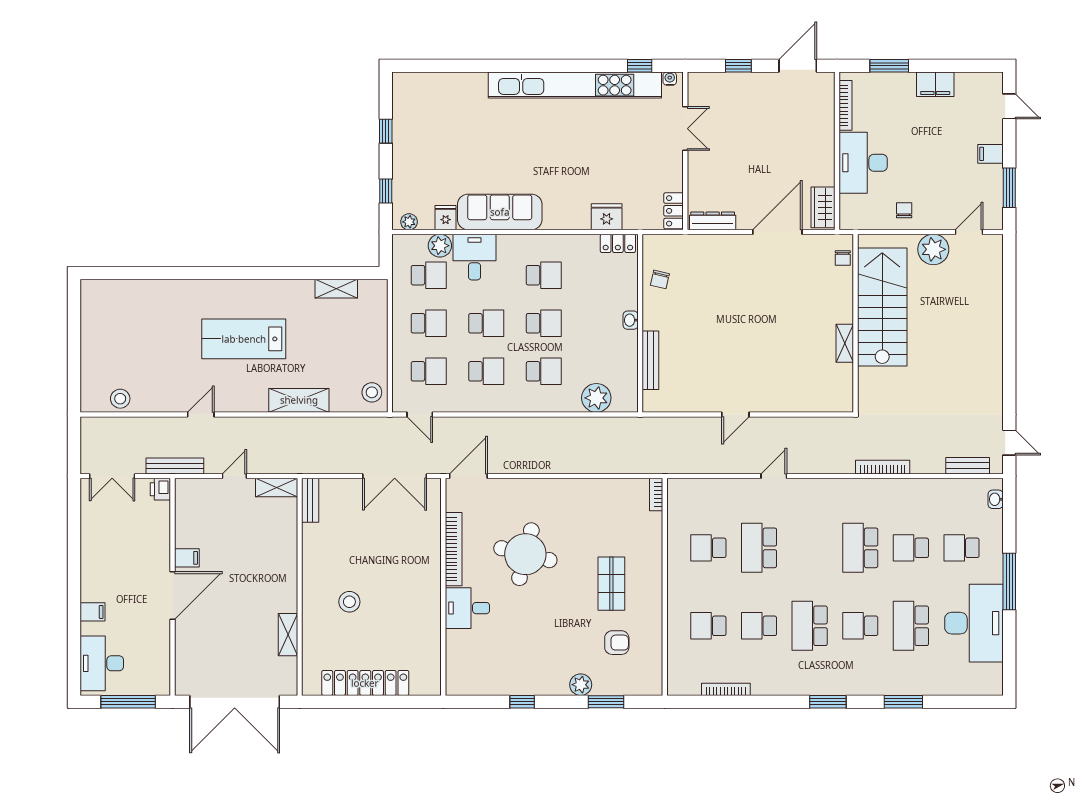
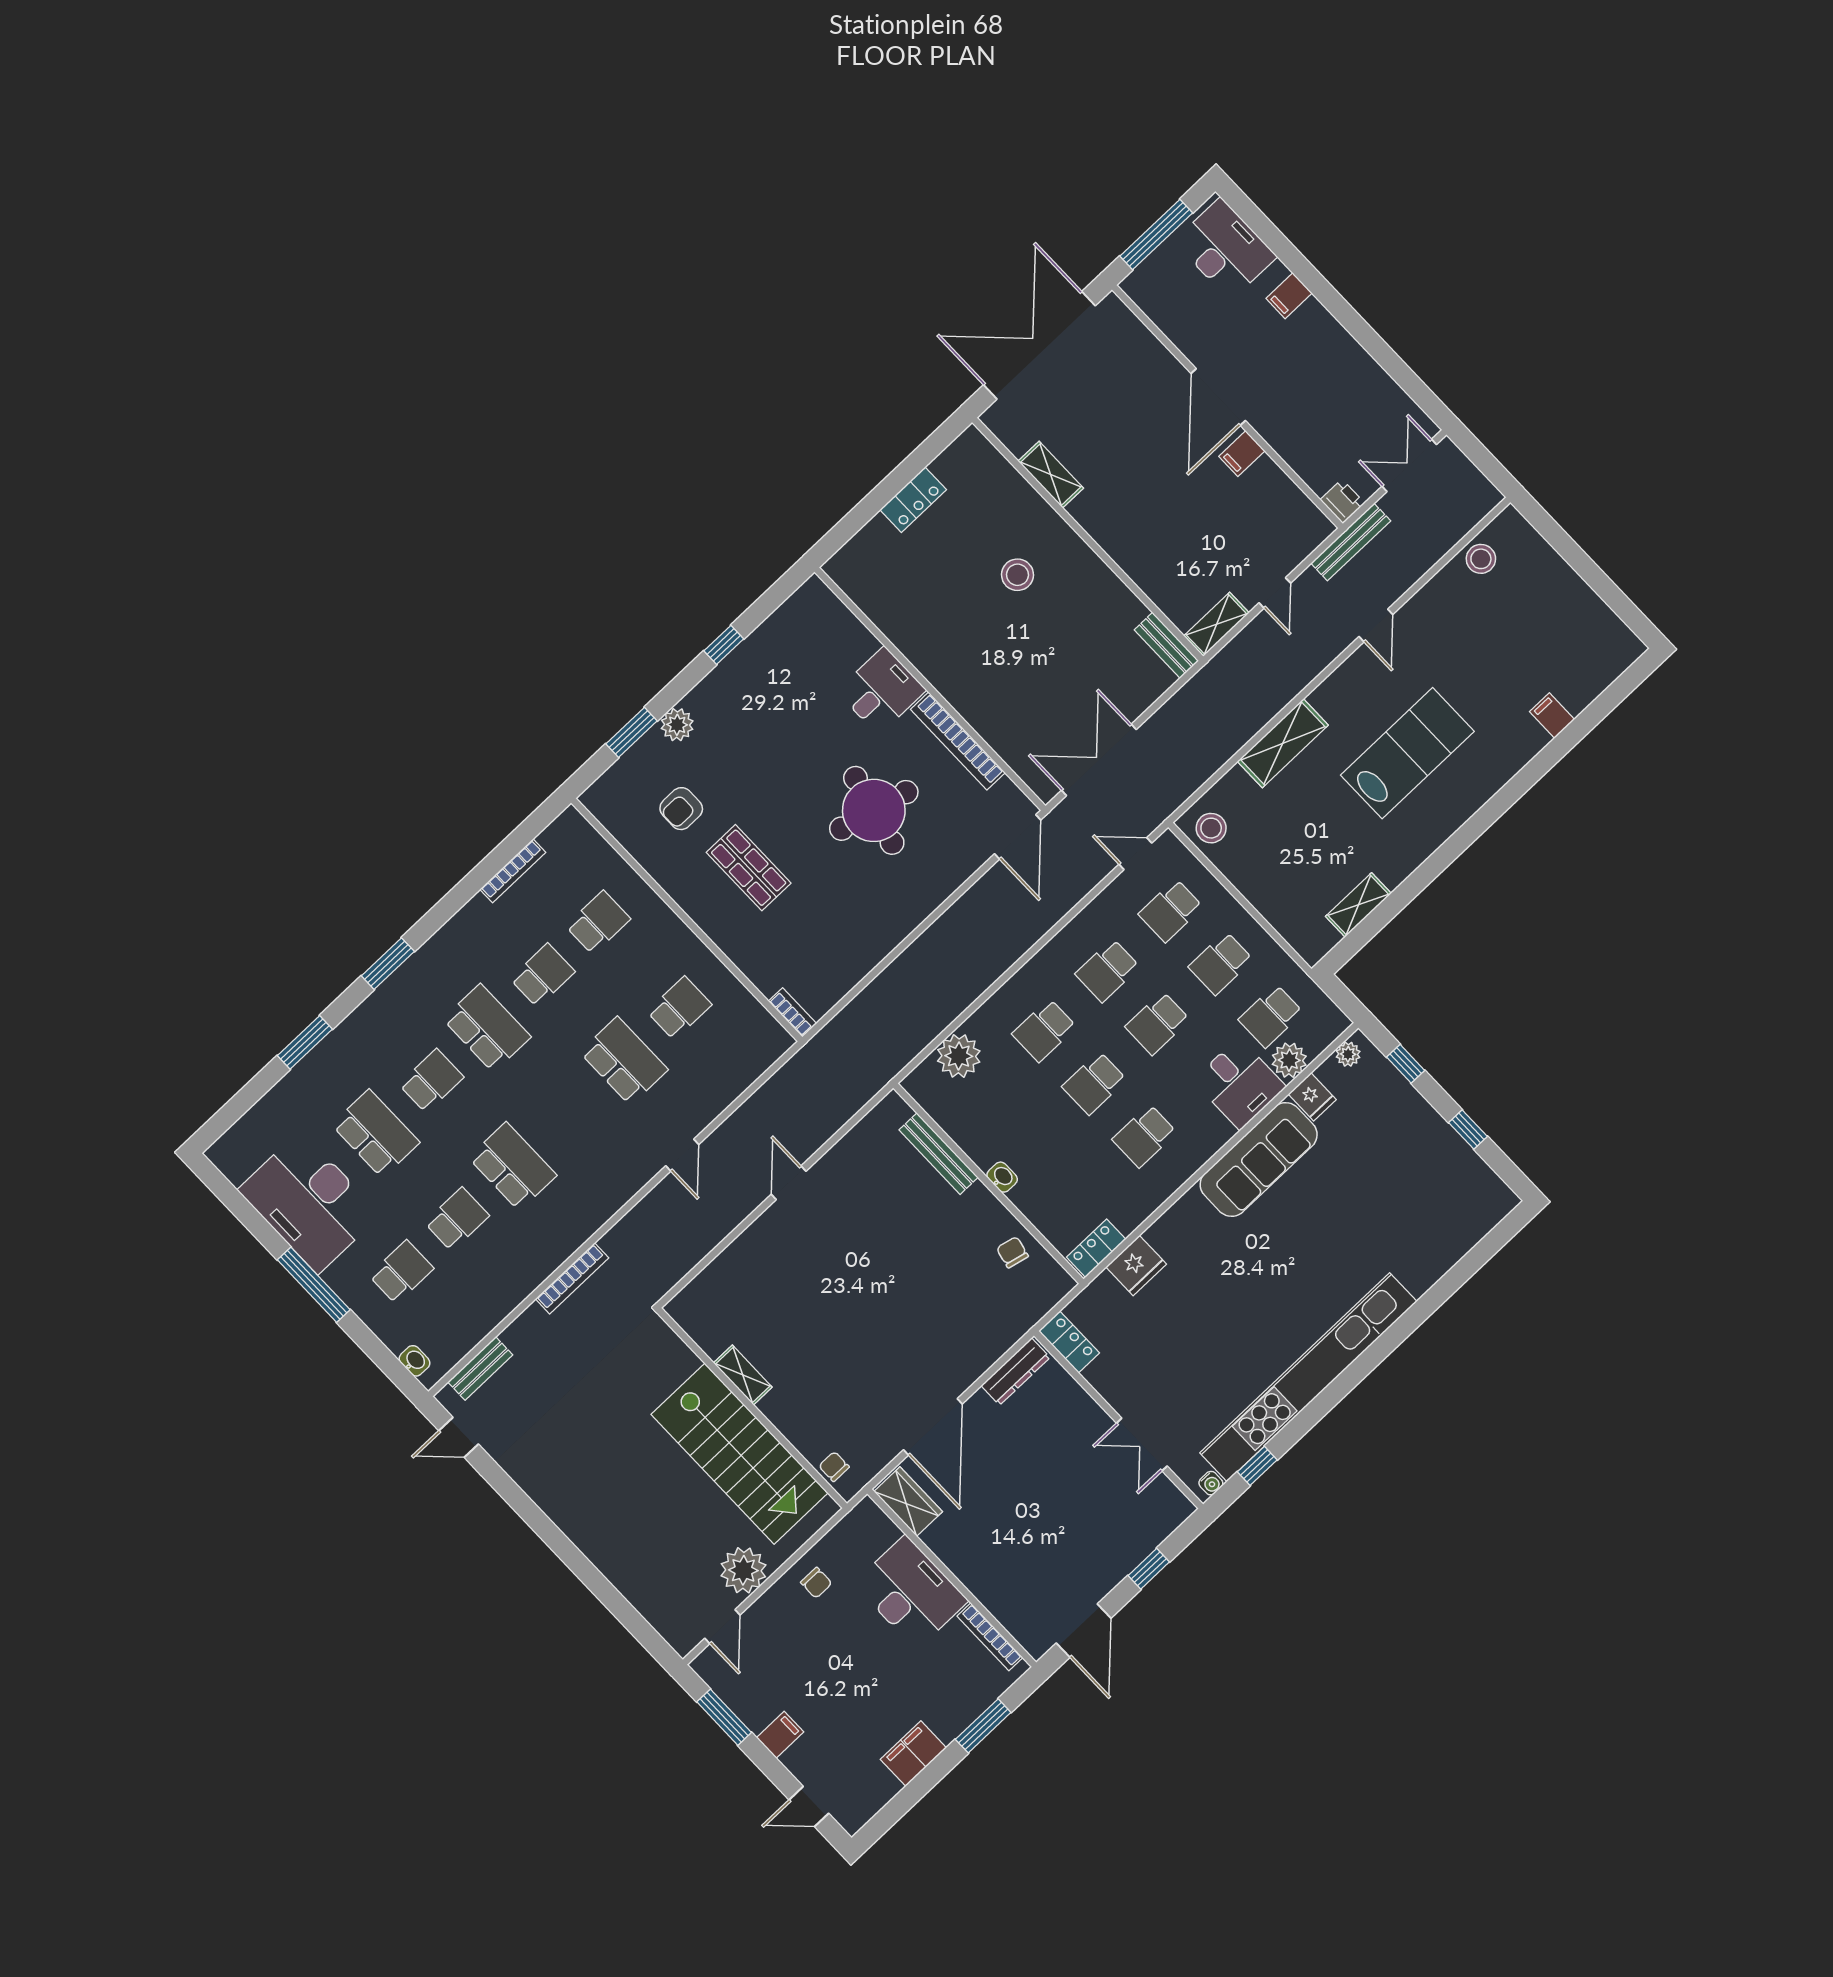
filing cabinet: (157, 291) -> (1552, 716), added
locker: (365, 683) -> (913, 500), width x0.46, depth x0.83

